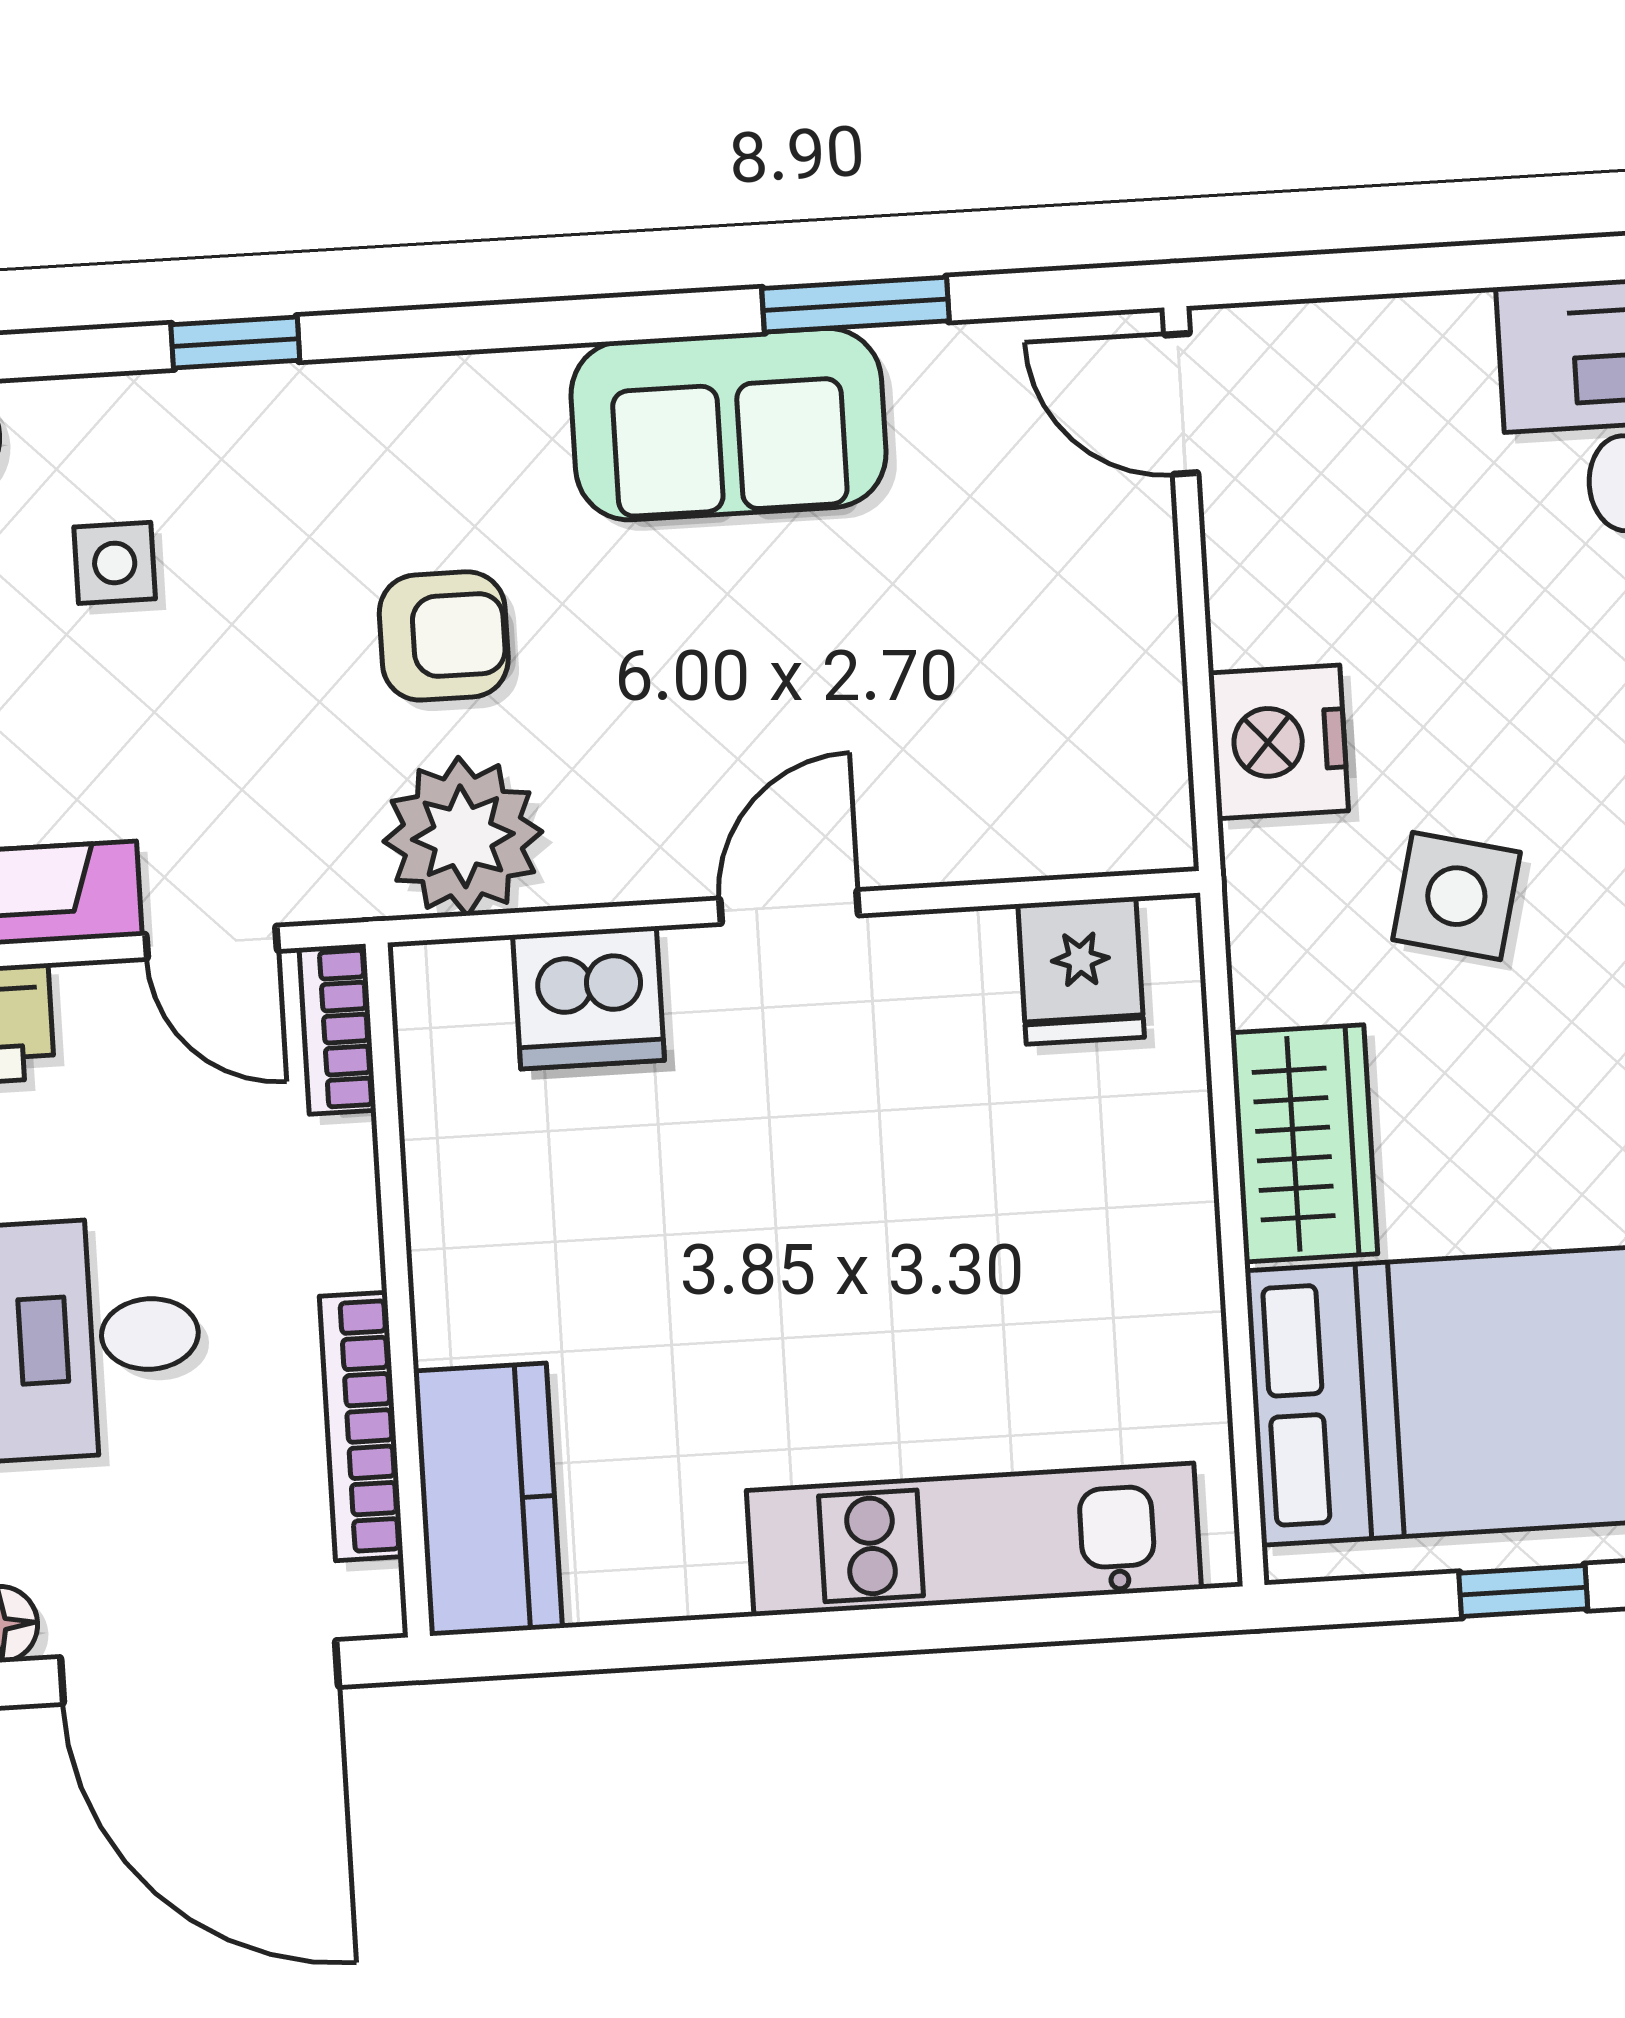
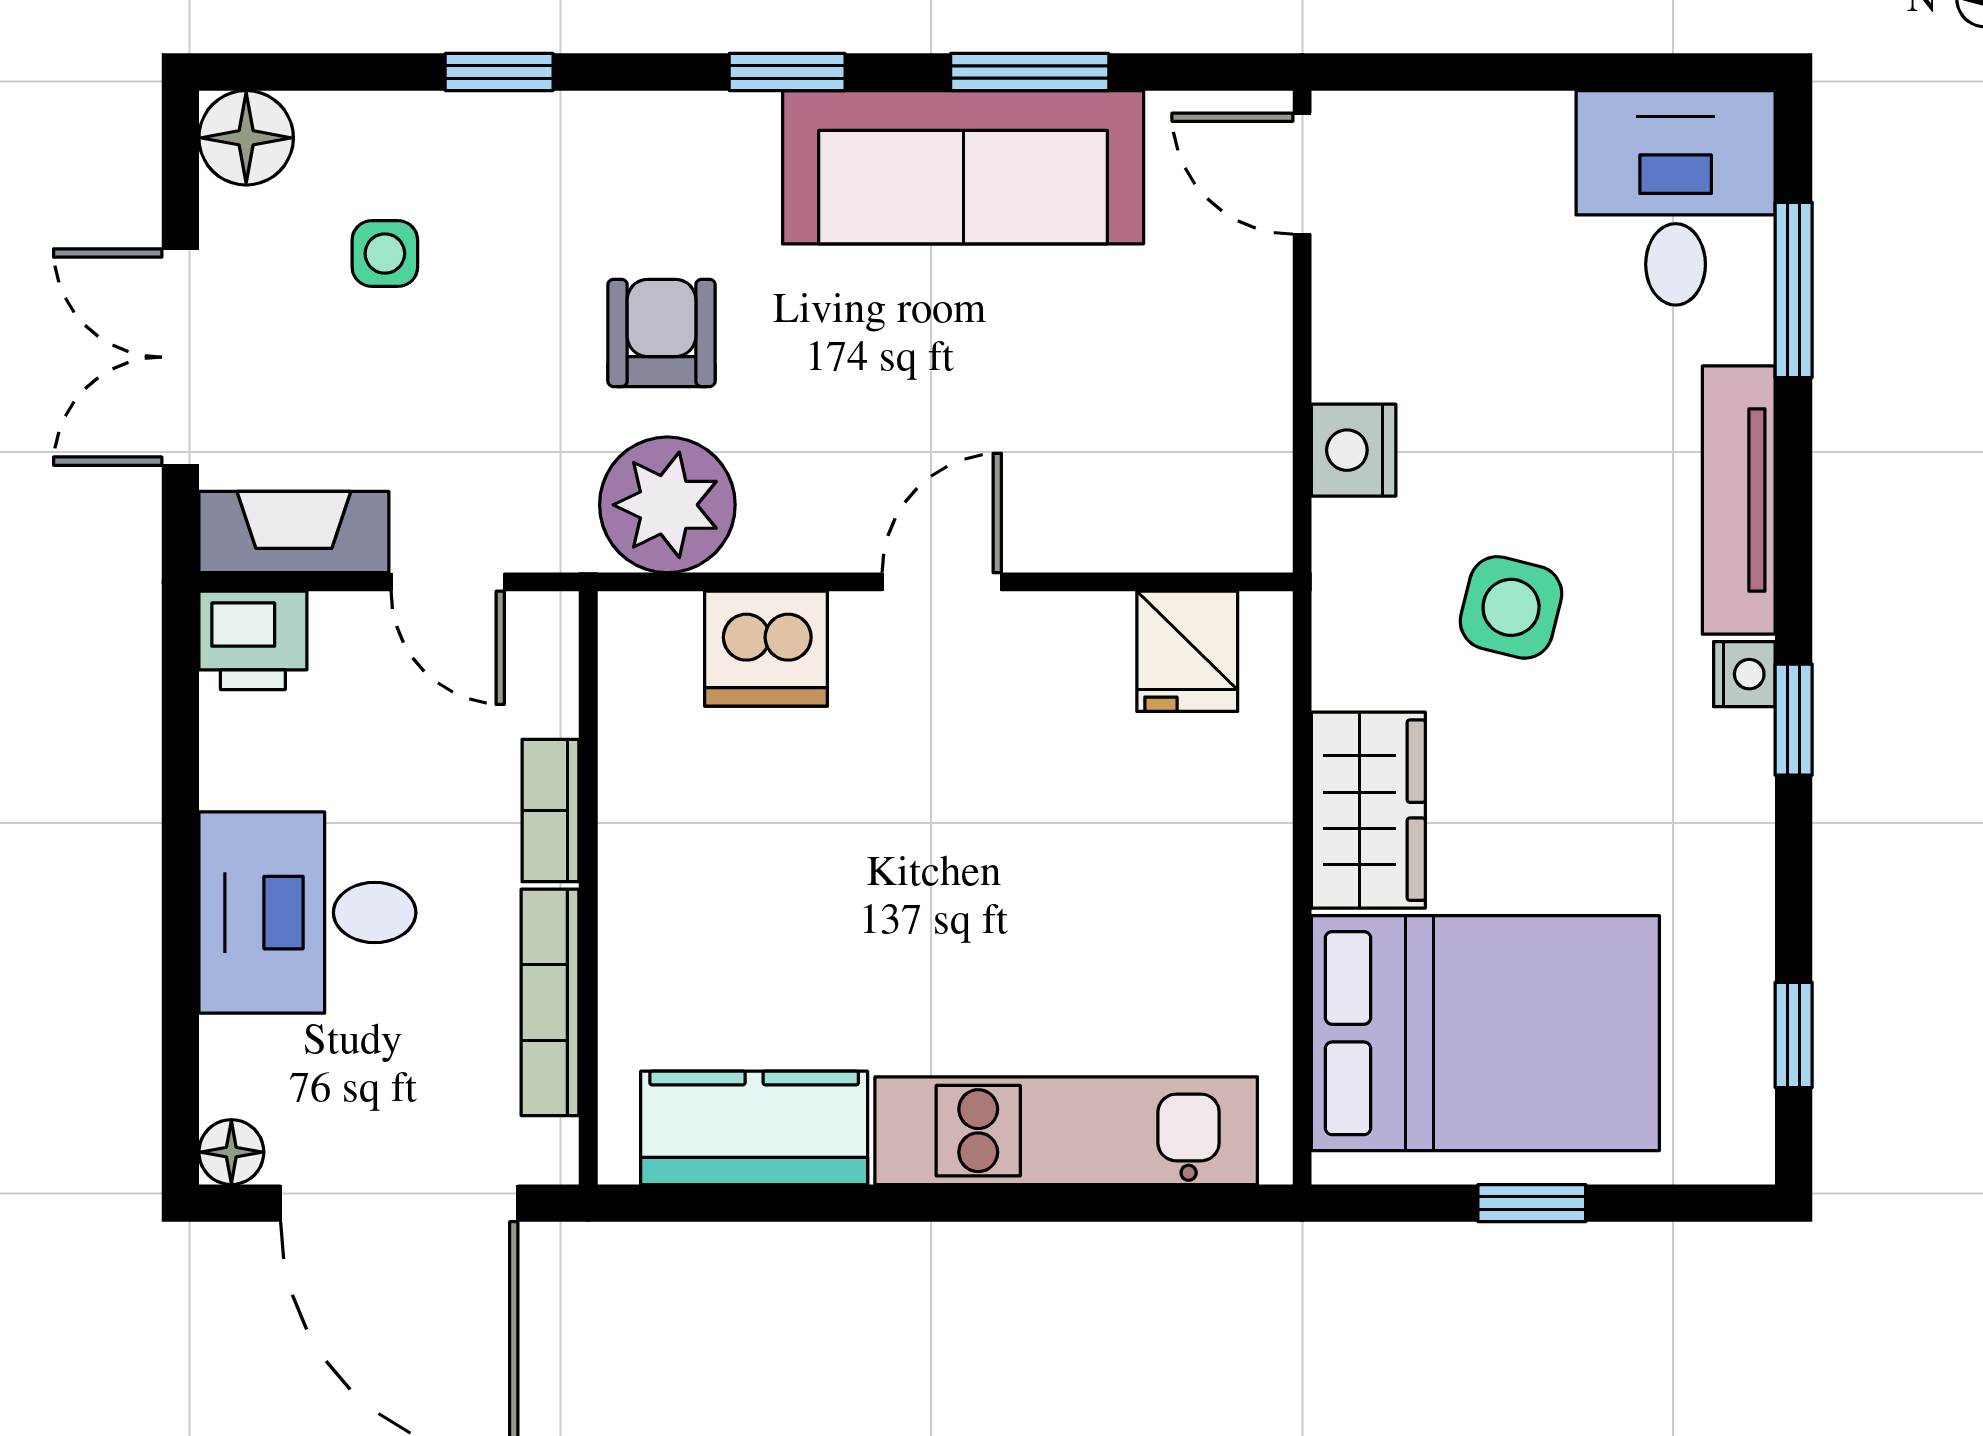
window: (572, 322) -> (787, 72), added
sofa: (729, 424) -> (963, 167), width x1.36
armchair: (444, 636) -> (662, 333), turned -90
nightstand: (1279, 742) -> (1354, 450), width x0.74, depth x0.75
bookcase: (338, 1029) -> (551, 811), moved
kitchen counter: (488, 1499) -> (754, 1128), moved, turned -90

